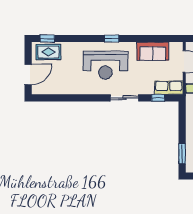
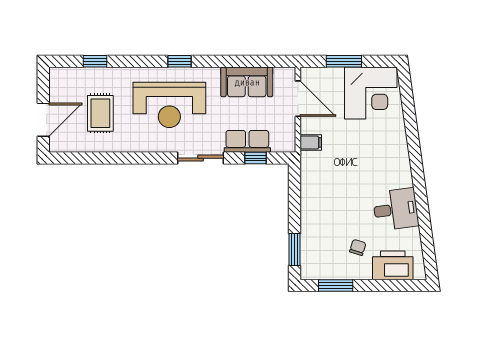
window: (47, 39) -> (95, 61), moved
rug: (48, 52) -> (100, 113), moved, turned 90
row of seats: (169, 88) -> (247, 141), moved

